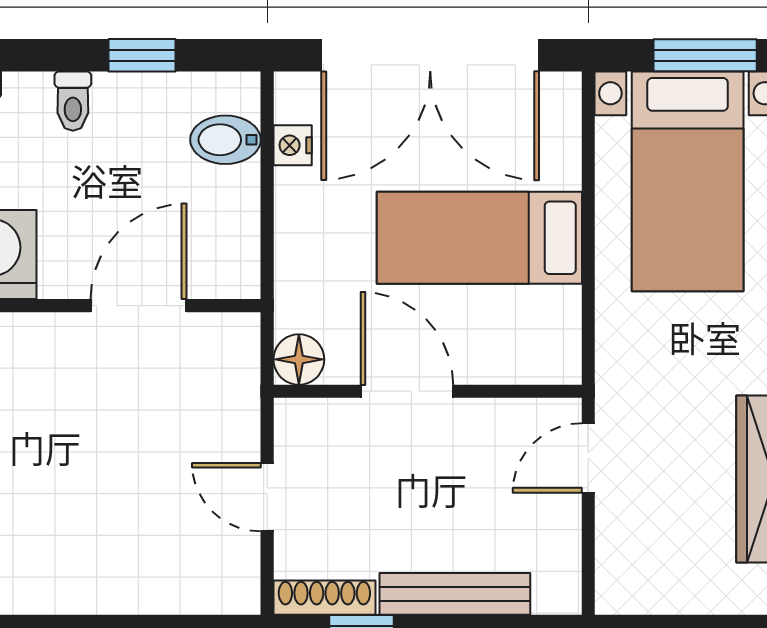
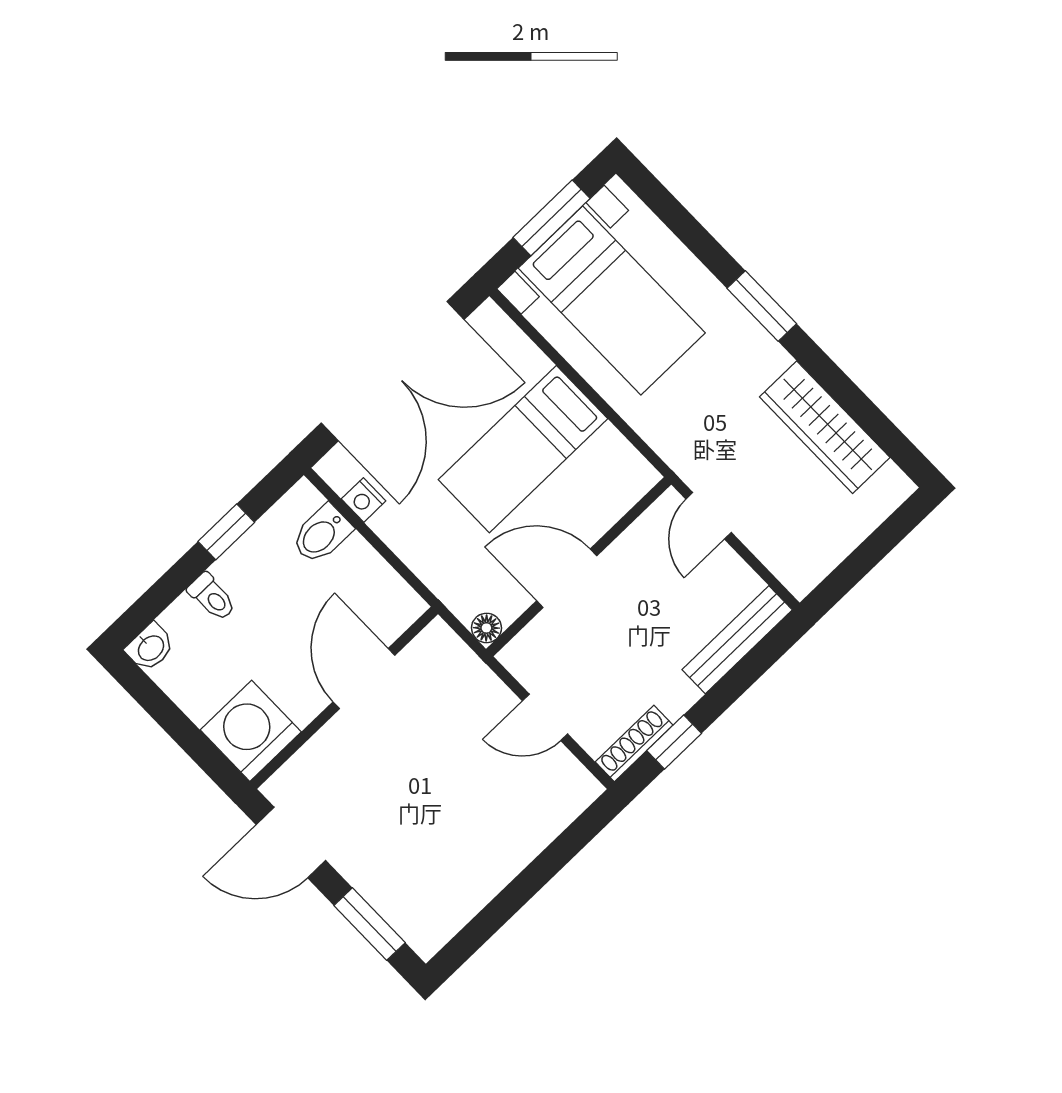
floor lamp: (299, 359) -> (486, 628), width x0.73, depth x0.73
bench: (455, 594) -> (737, 640), moved

